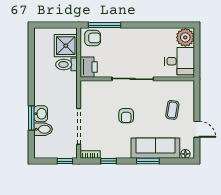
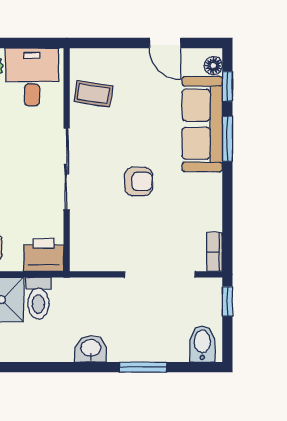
coffee table: (172, 110) -> (93, 94), moved
washbasin: (41, 114) -> (91, 349), moved
bidet: (43, 129) -> (202, 344), moved
door: (197, 129) -> (165, 43), swing flipped
window: (109, 161) -> (227, 86), moved

